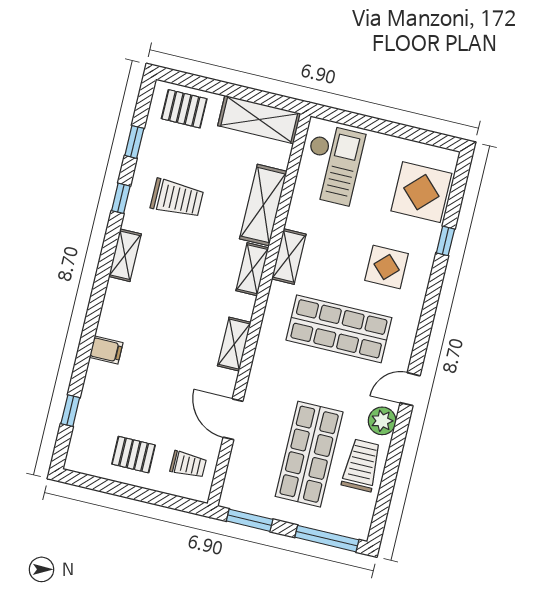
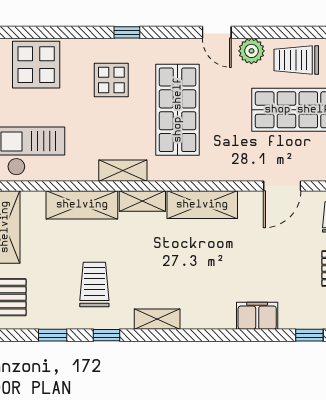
window: (445, 241) -> (127, 32), moved
shelving: (234, 344) -> (202, 205), width x1.50, depth x1.33
filing cabinet: (106, 350) -> (257, 316), width x2.00

